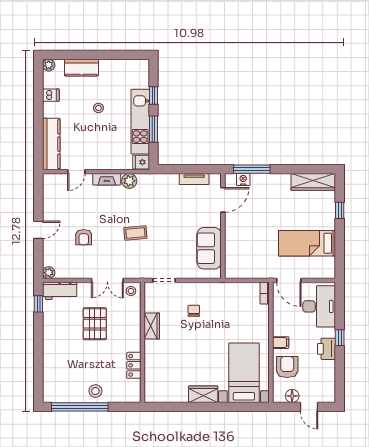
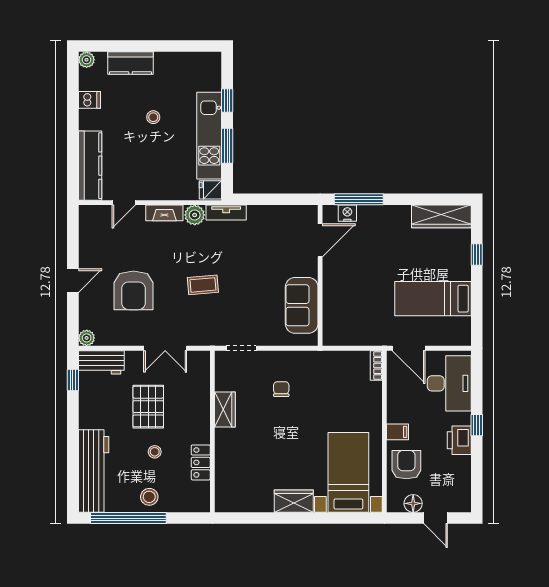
tv unit: (194, 179) -> (226, 213), moved
armchair: (84, 237) -> (133, 290), width x1.88, depth x1.88
stool: (131, 291) -> (155, 452), moved
workbench: (54, 372) -> (94, 471), added

